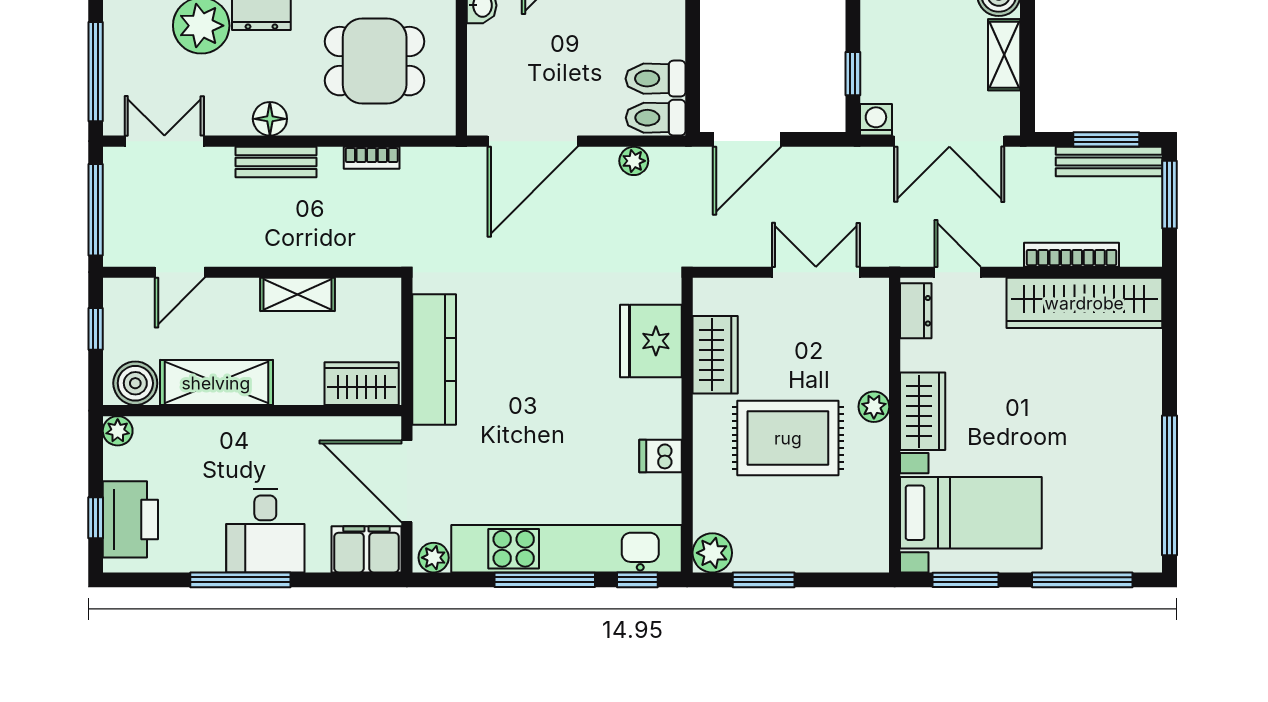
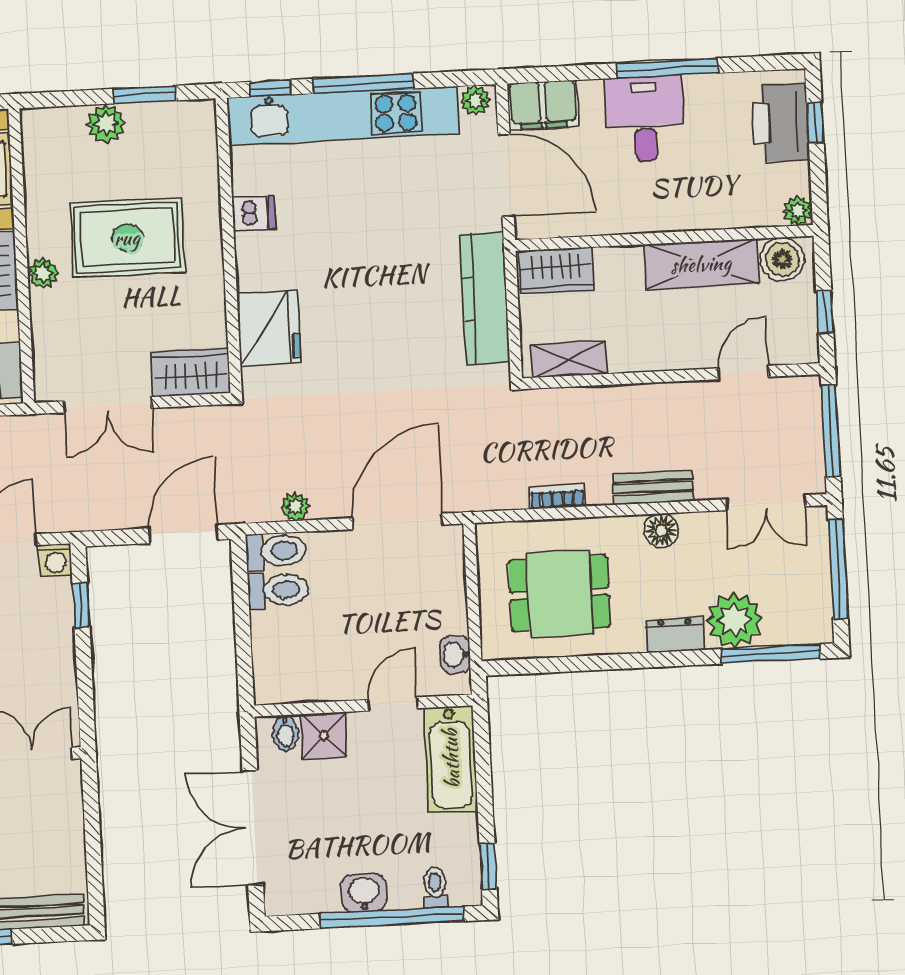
shelving: (298, 294) -> (569, 359), moved
wardrobe: (715, 355) -> (191, 372), moved, turned 90
plant: (712, 553) -> (106, 124), moved

